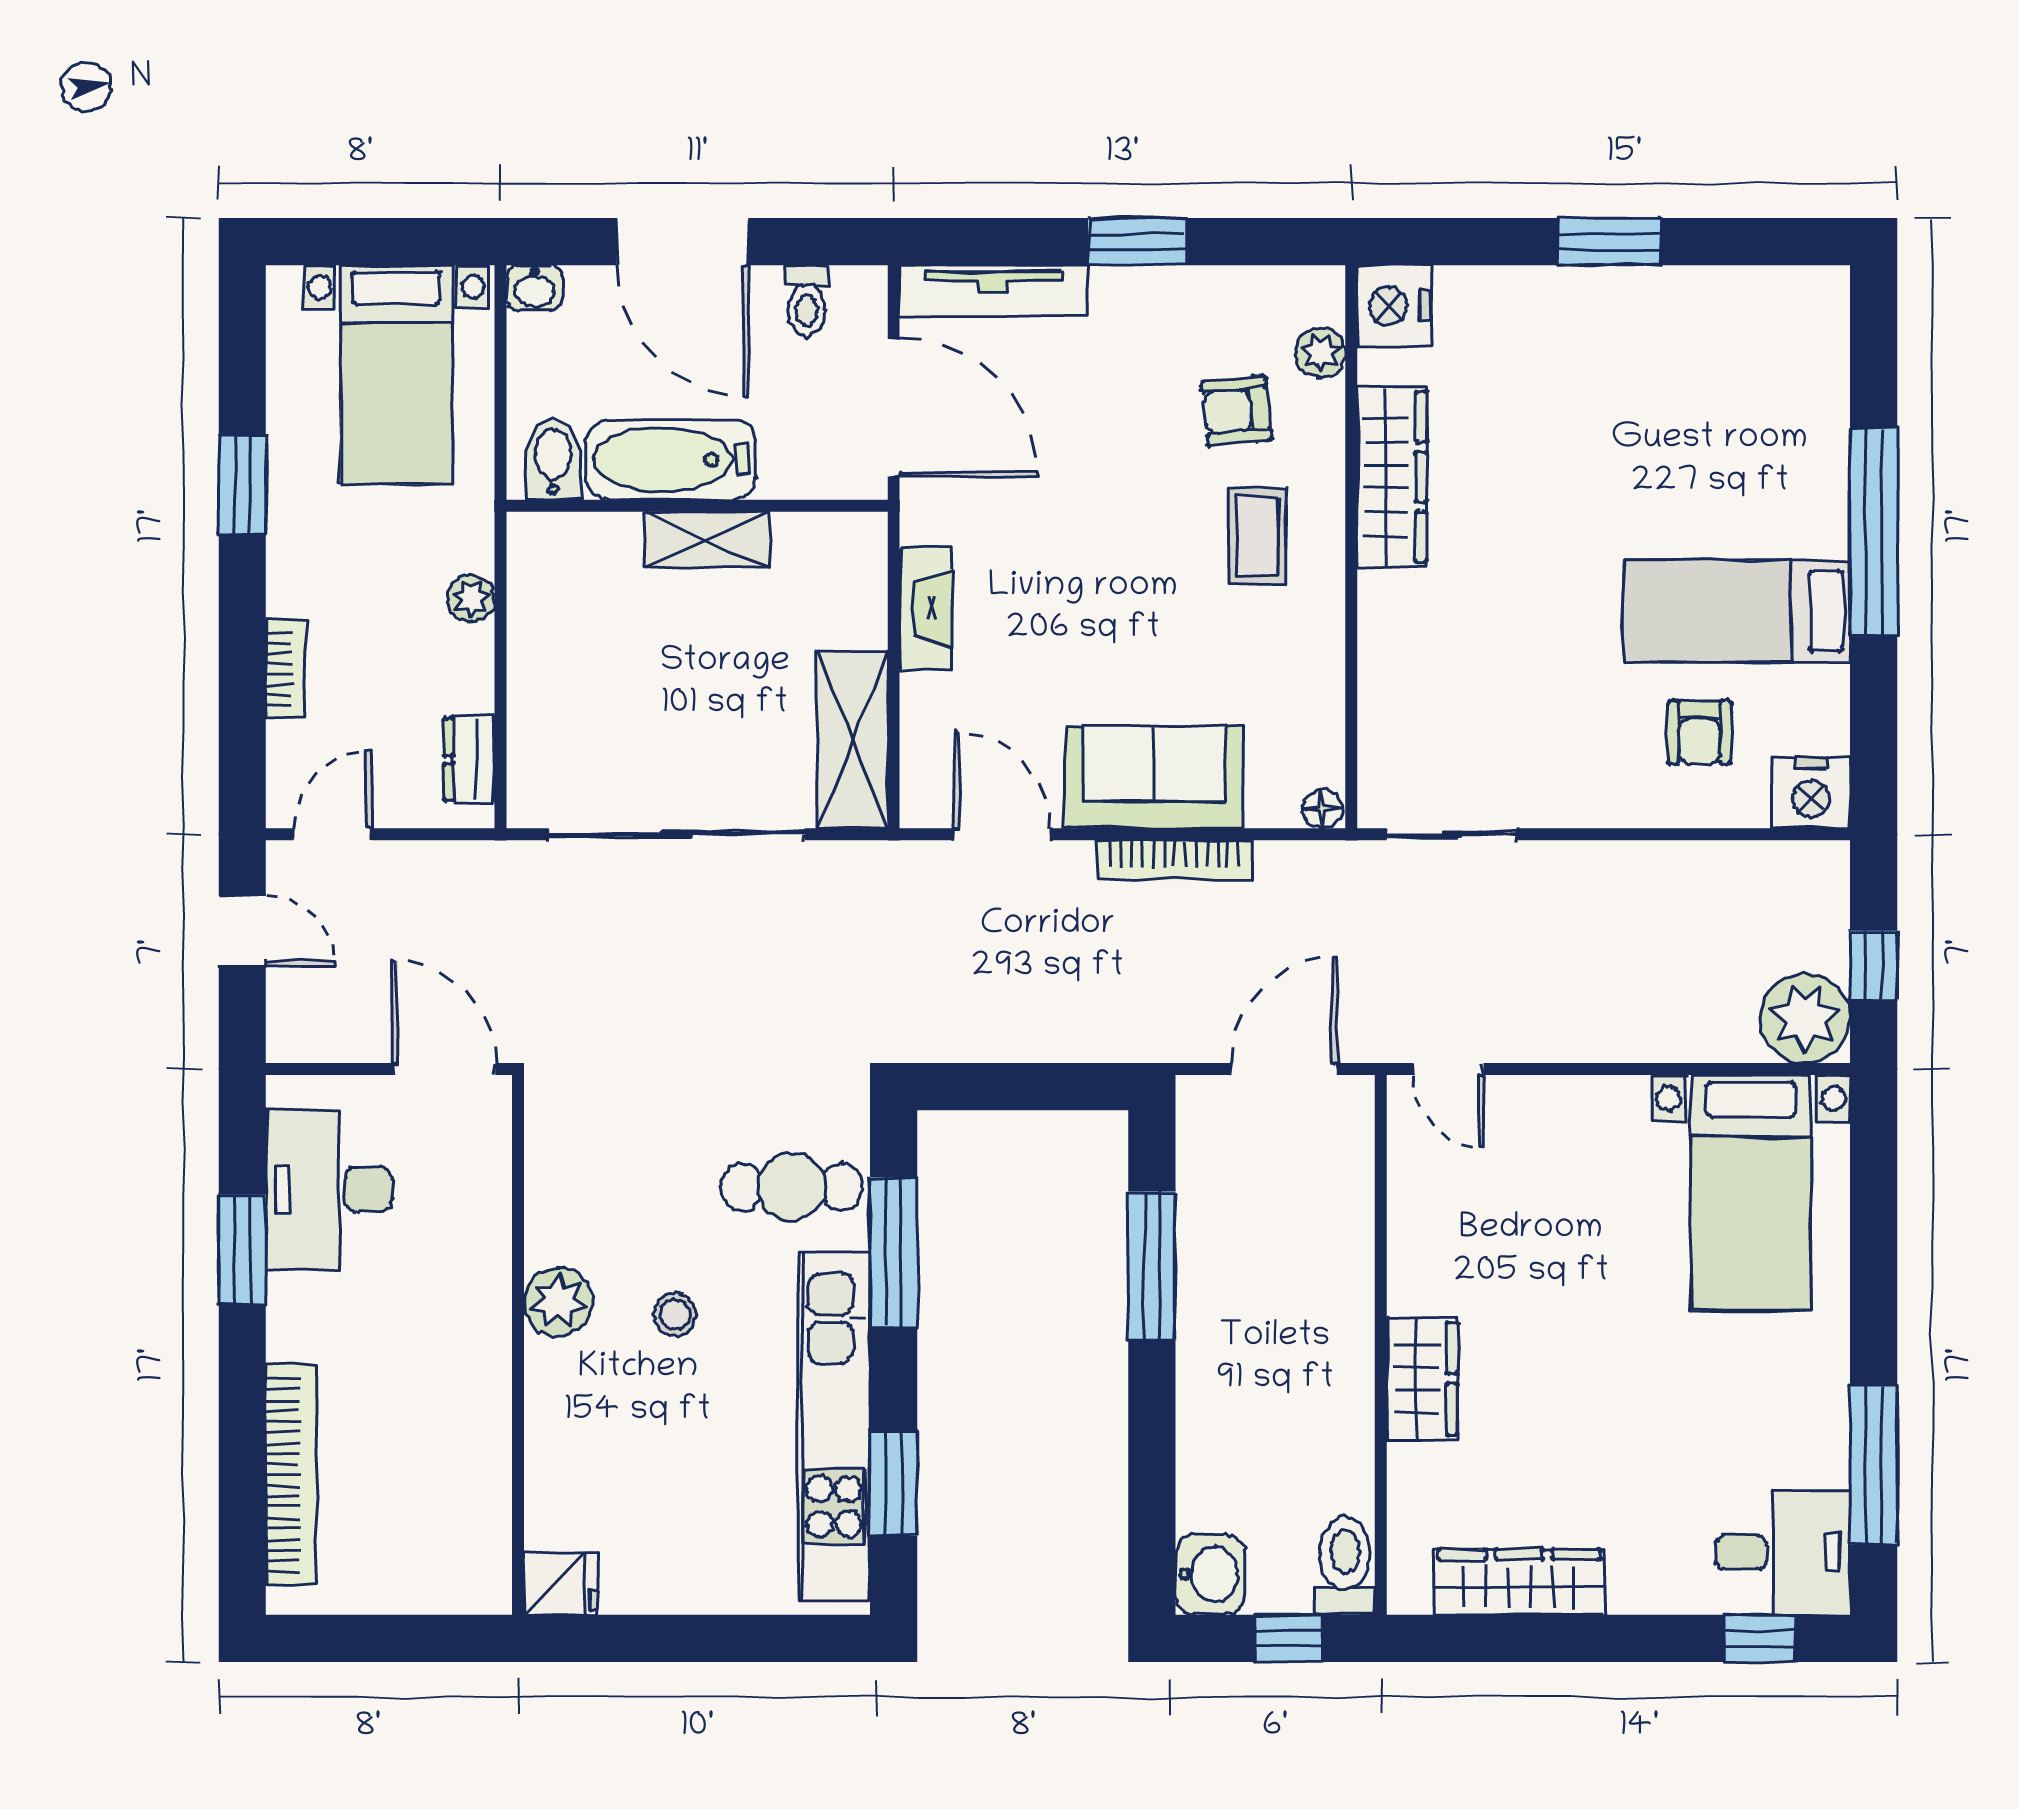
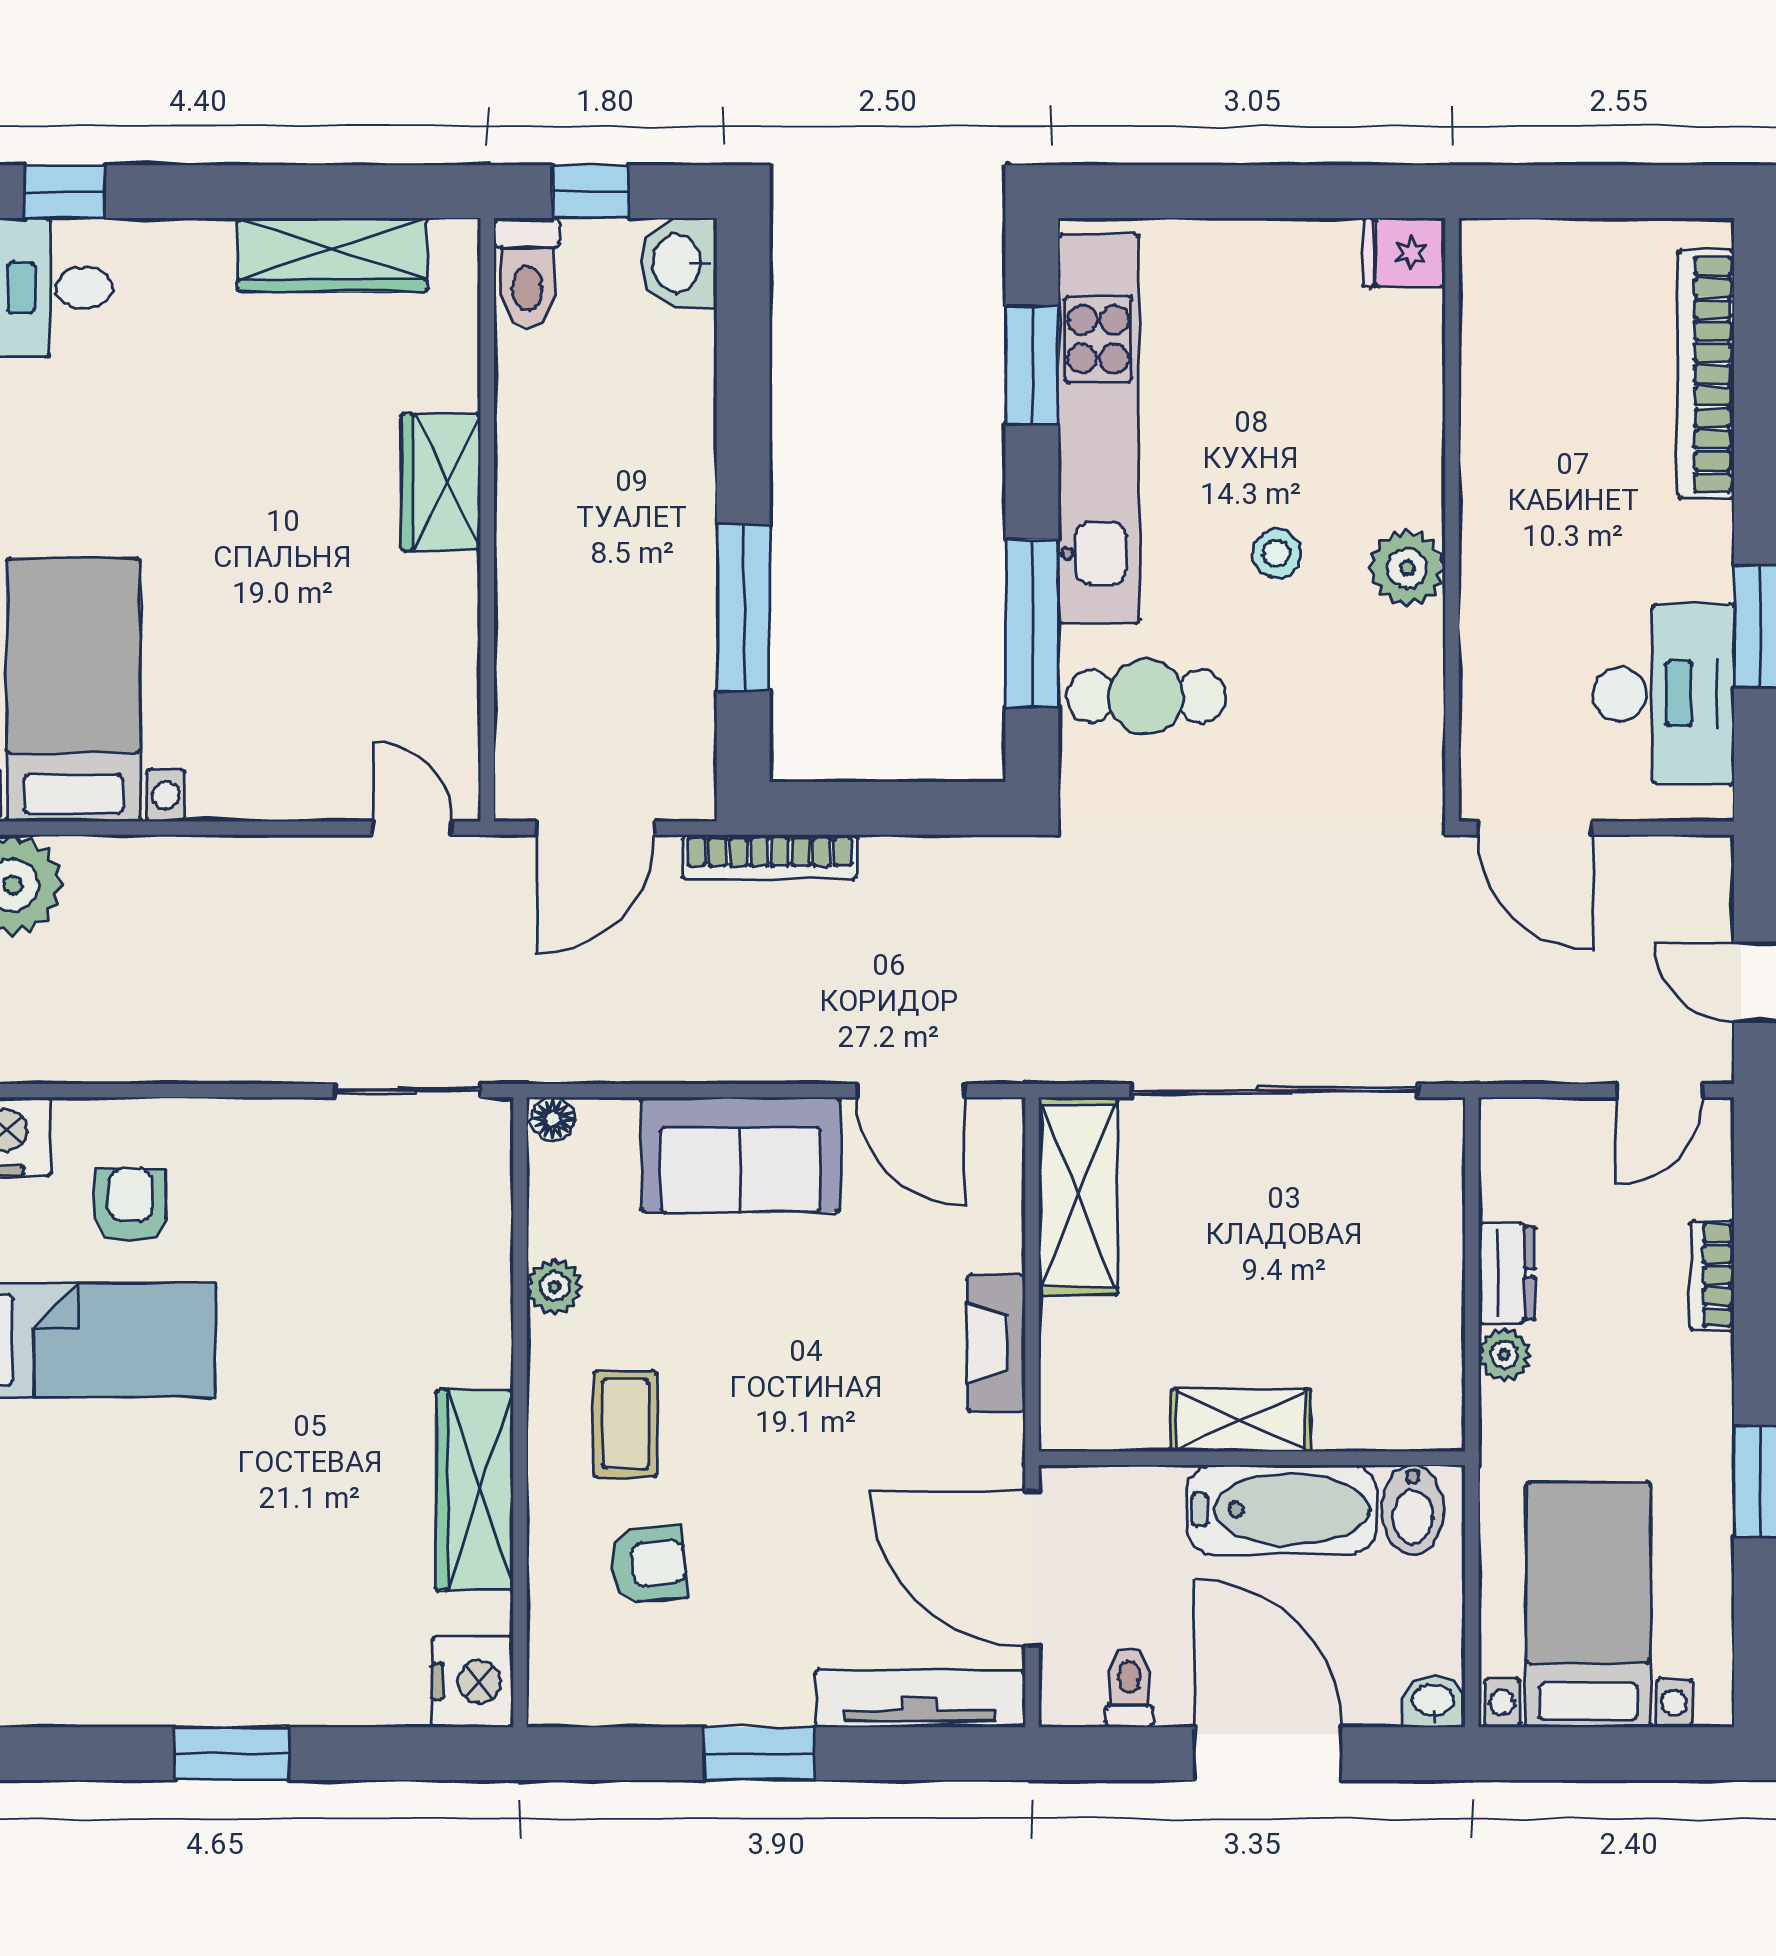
plant: (1321, 352) -> (554, 1287), moved
dresser: (469, 760) -> (1506, 1273), moved
bookcase: (1175, 860) -> (770, 857), moved, turned 180

